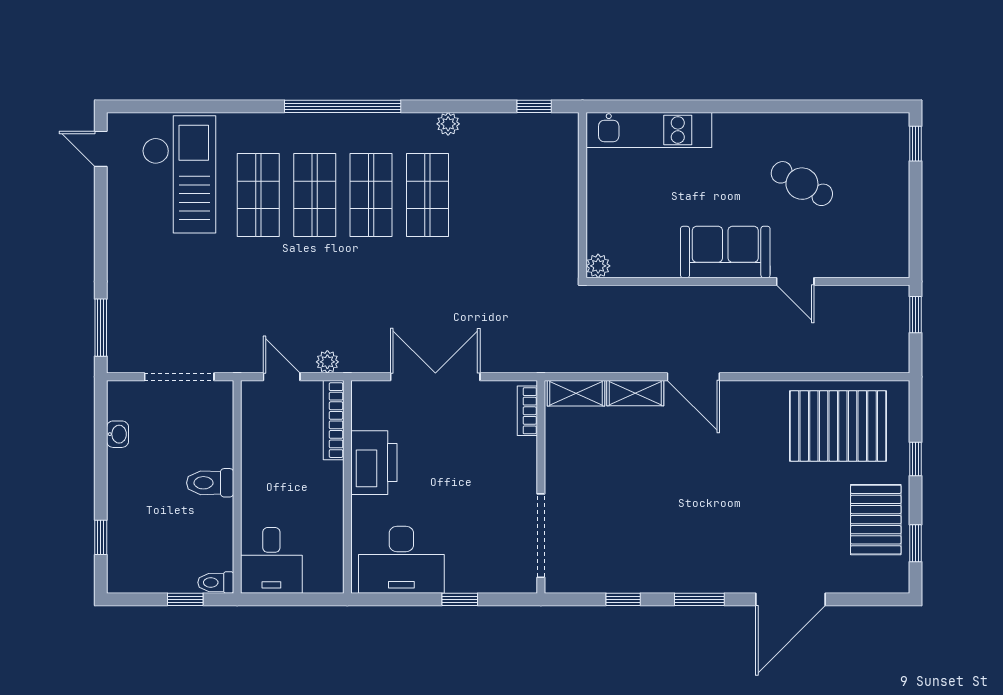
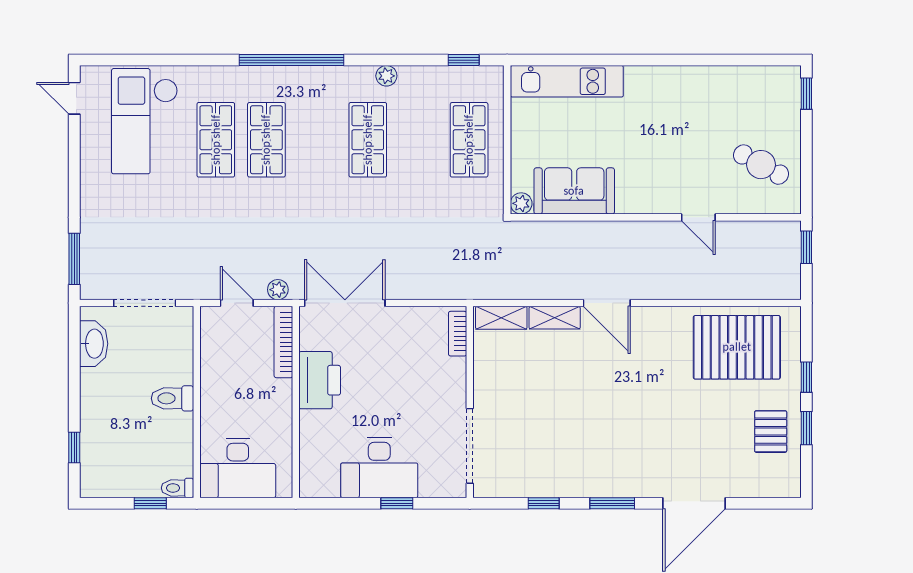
checkout: (179, 174) -> (145, 121), turned 180
cafe table: (802, 184) -> (761, 165), moved
shop shelf: (371, 195) -> (469, 140), moved
sofa: (725, 252) -> (574, 191), moved
double door: (435, 377) -> (345, 303), moved
washbasin: (118, 434) -> (94, 344), width x1.91, depth x1.45
pallet: (876, 520) -> (771, 431), width x0.67, depth x0.71
window: (915, 543) -> (806, 428), moved
desk: (271, 560) -> (238, 468), width x1.37
desk: (401, 560) -> (379, 468), moved

